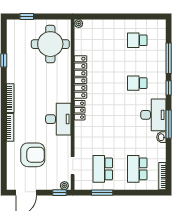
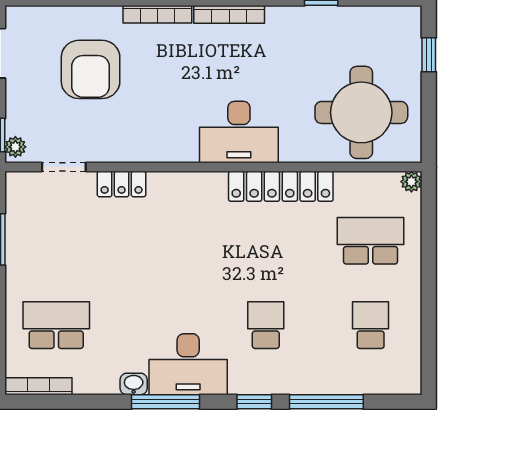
locker: (80, 110) -> (122, 184), moved
desk: (58, 119) -> (239, 132), moved
school desk: (103, 169) -> (371, 241), moved

